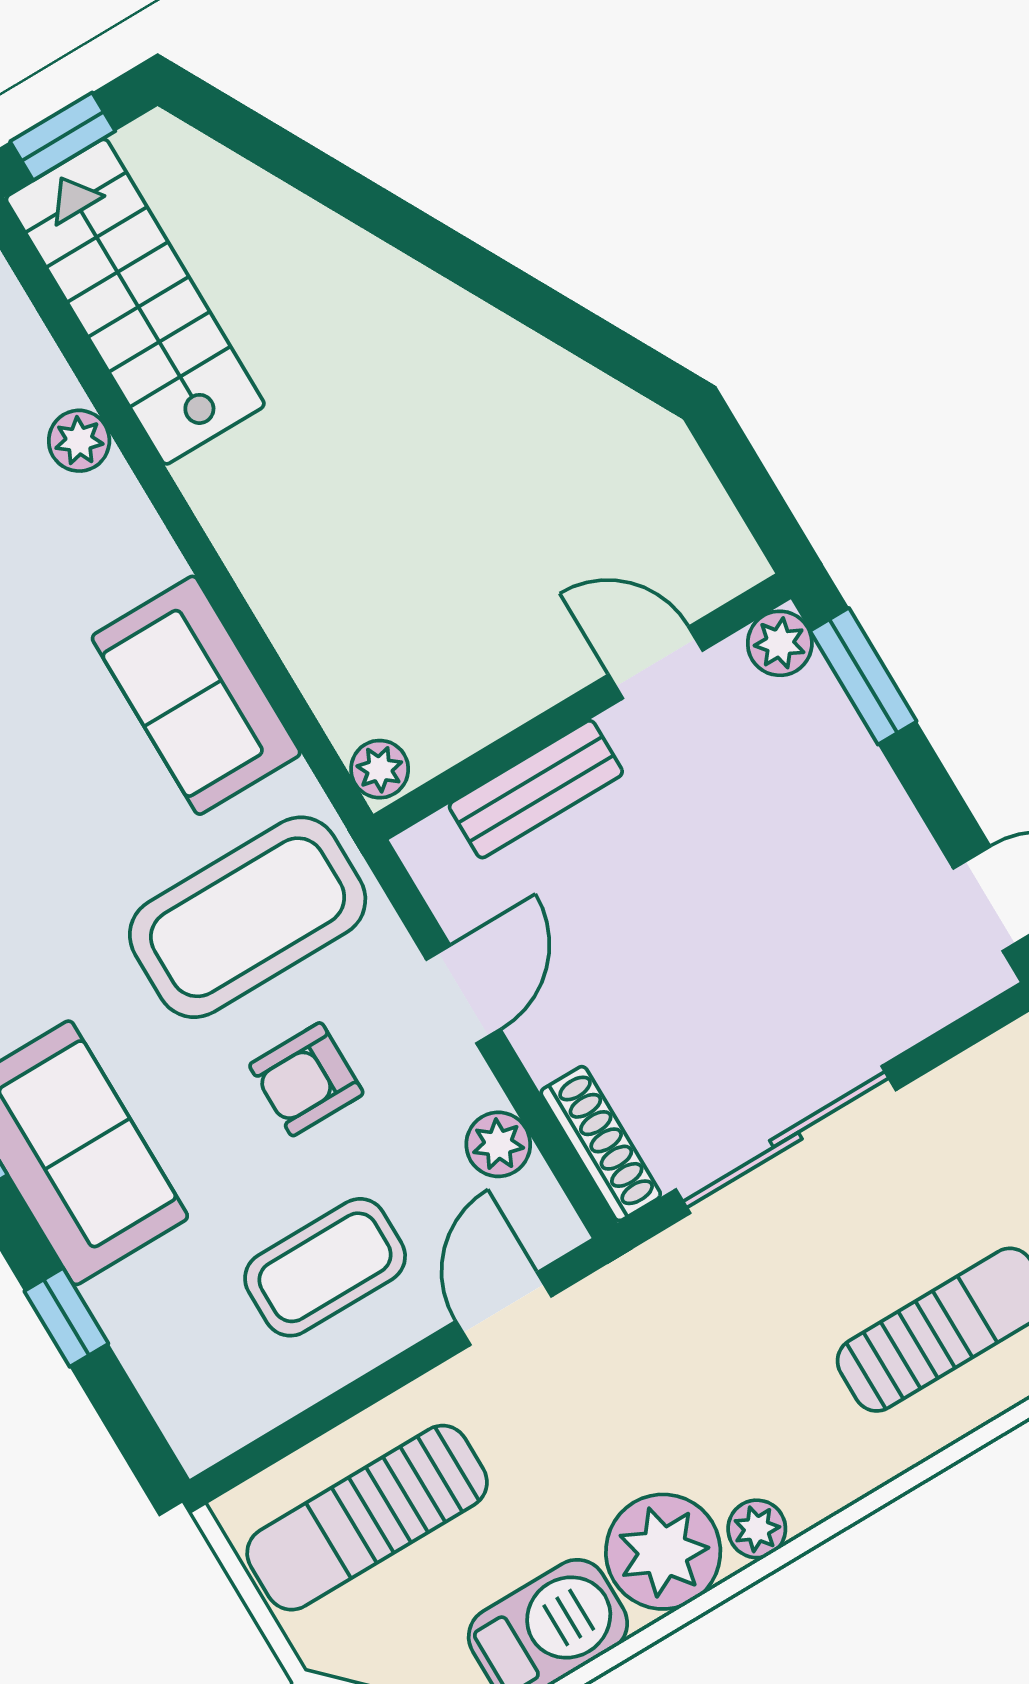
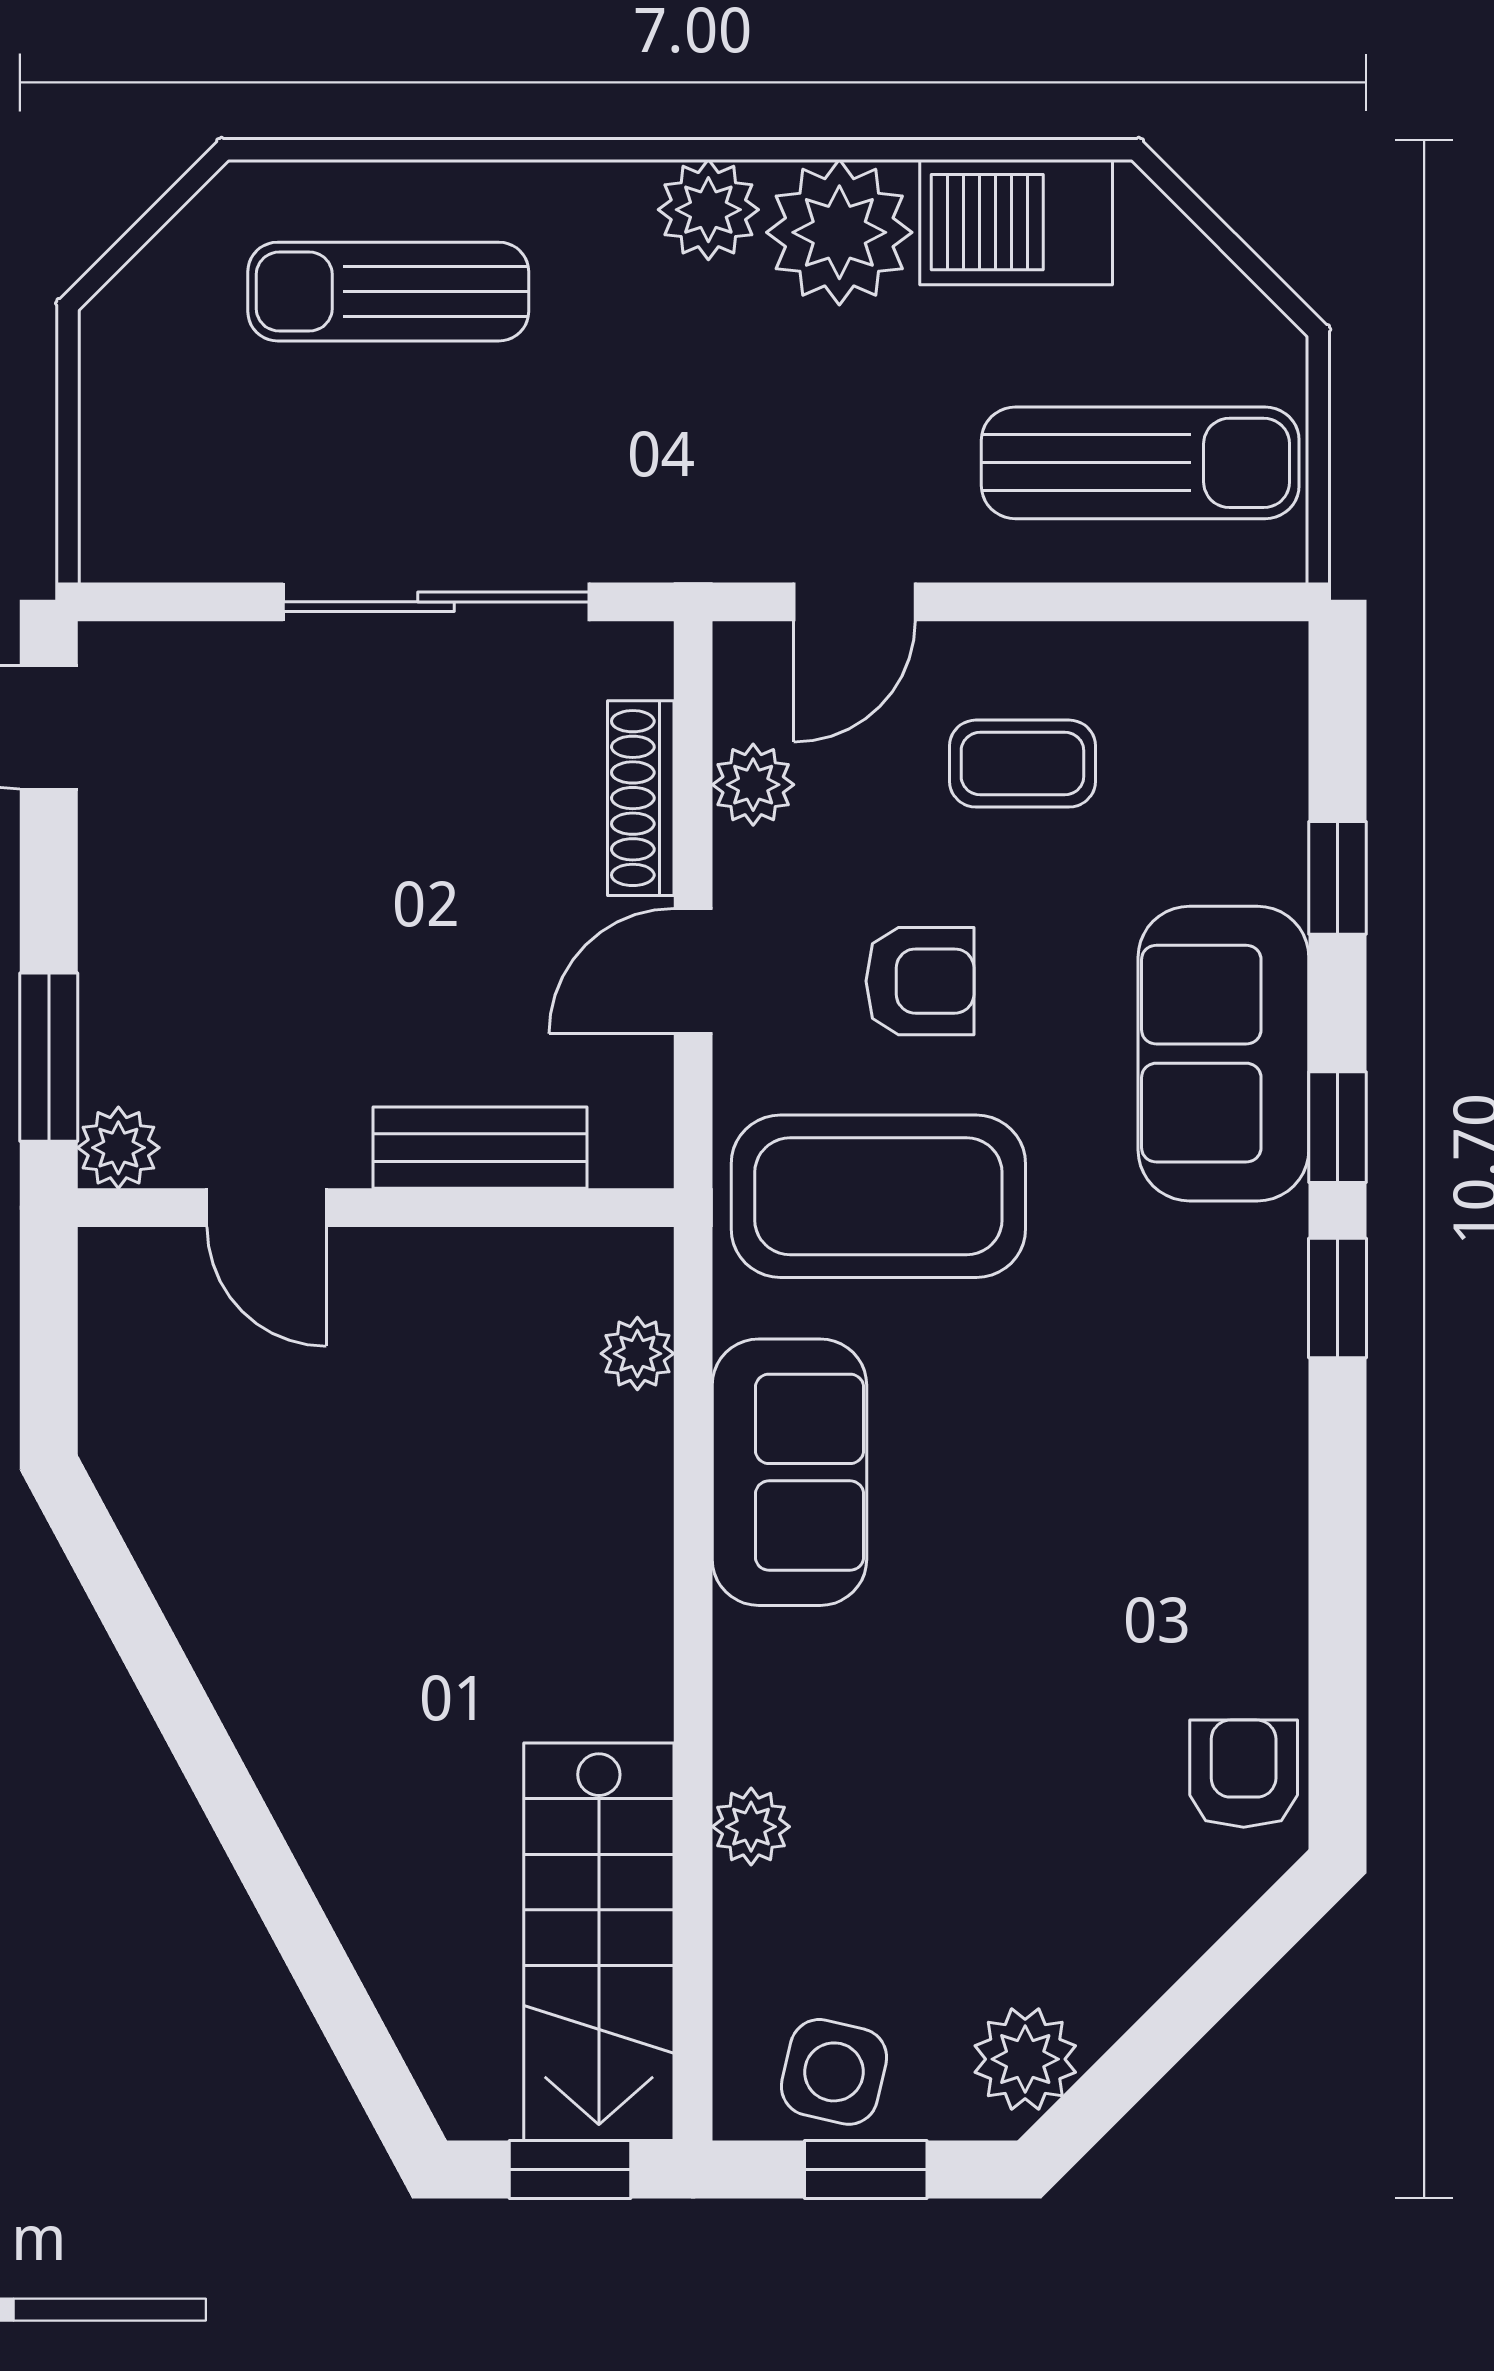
plant: (380, 769) -> (637, 1354), moved
shoe rack: (601, 1144) -> (641, 798), moved
coffee table: (325, 1267) -> (1022, 764), width x0.73, depth x0.77
plant: (757, 1529) -> (708, 210), width x1.38, depth x1.38

